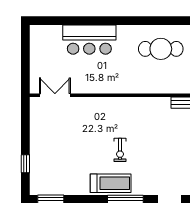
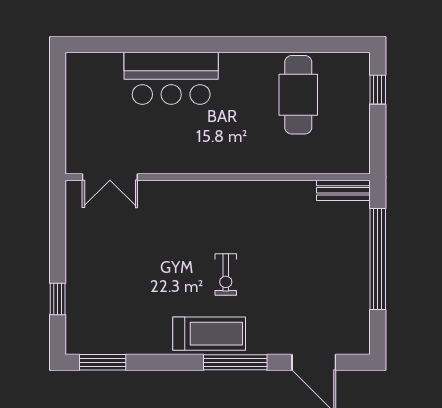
cafe table: (161, 49) -> (298, 95), turned 90
double door: (55, 95) -> (110, 177), swing flipped

